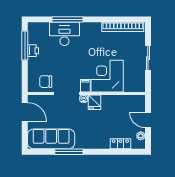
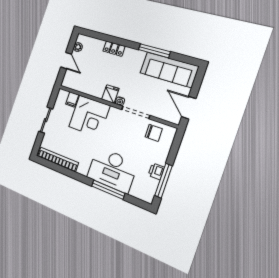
desk: (64, 34) -> (112, 170), width x1.36, depth x1.30
filing cabinet: (85, 86) -> (72, 99), moved
locker: (120, 144) -> (114, 49), moved

